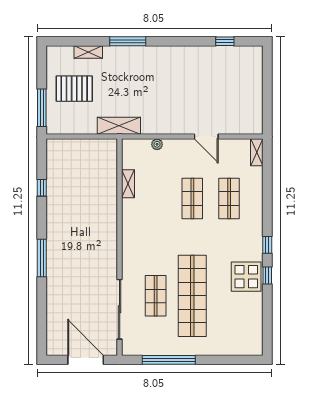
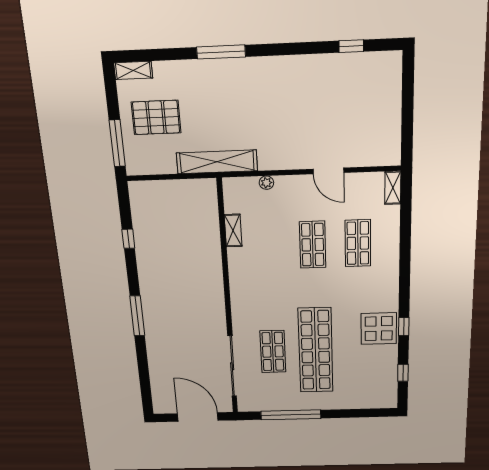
shelving: (88, 52) -> (133, 70), moved
shelving: (119, 126) -> (217, 162), width x1.47
window: (267, 245) -> (403, 373), moved

